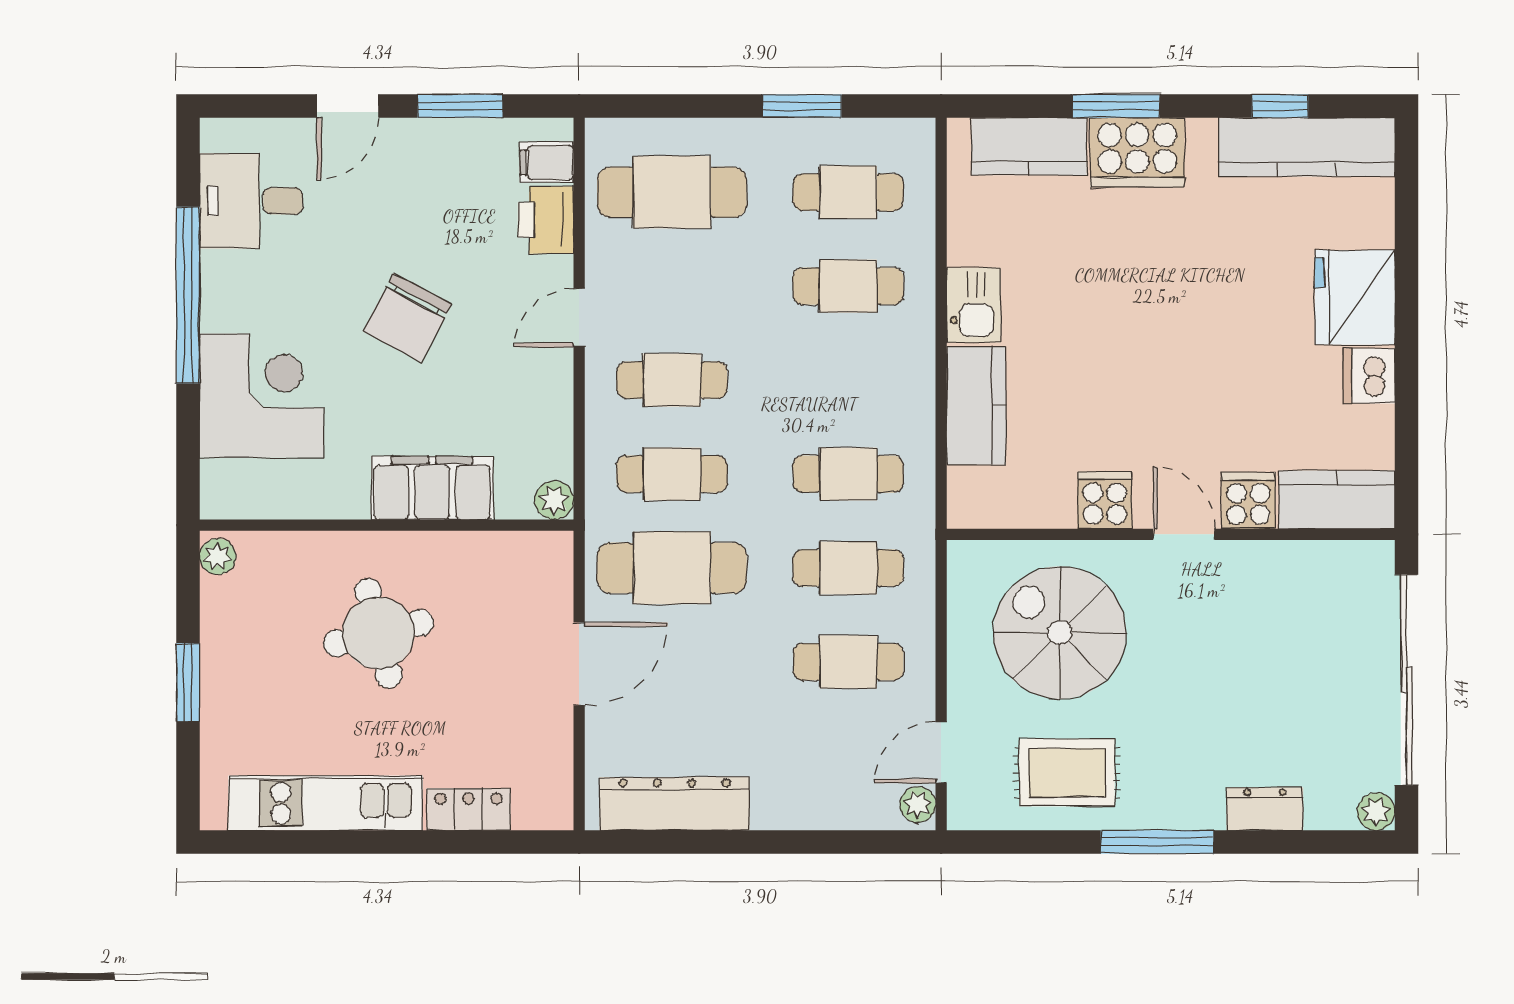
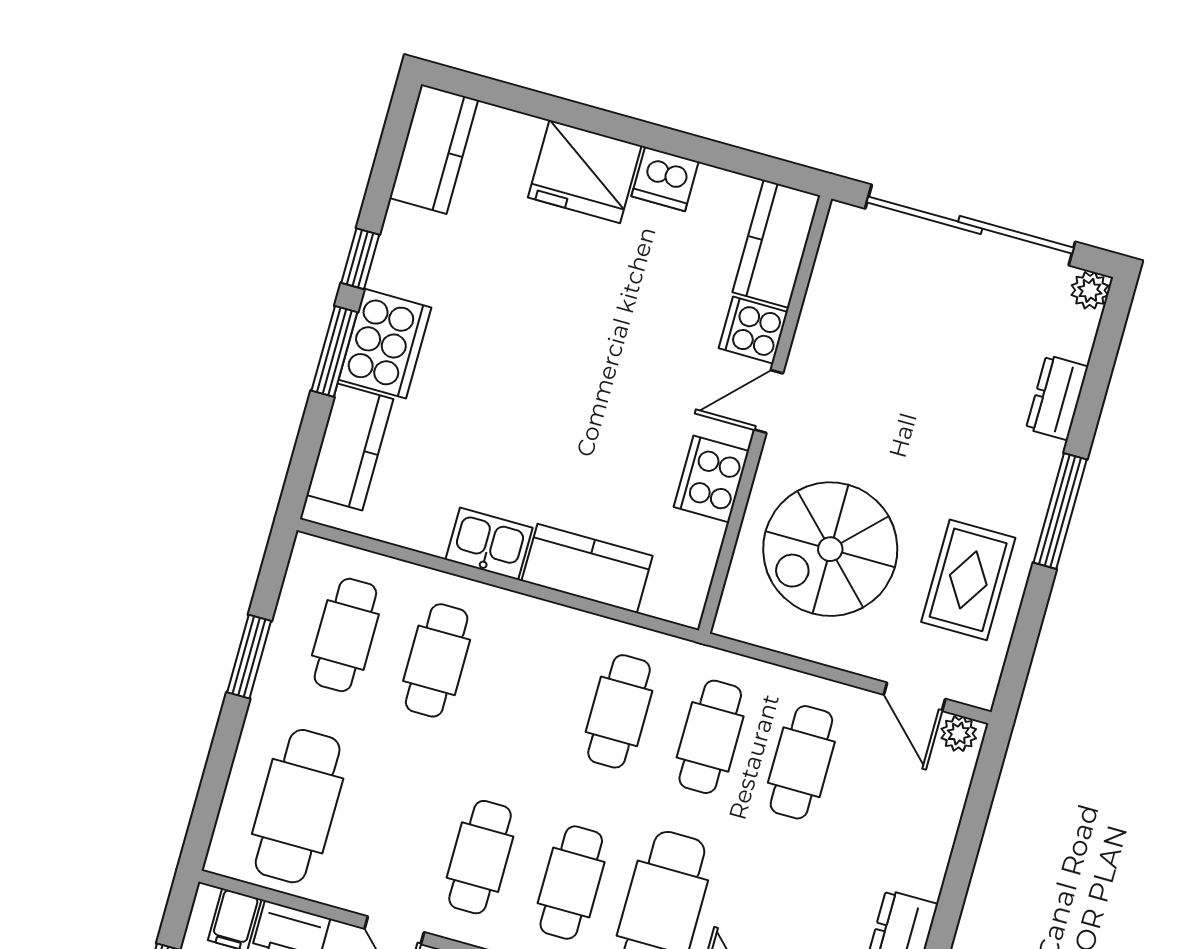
window: (1280, 106) -> (360, 259), moved
kitchen counter: (1307, 147) -> (434, 149), width x0.67
cooker: (1105, 500) -> (711, 479), width x1.36

